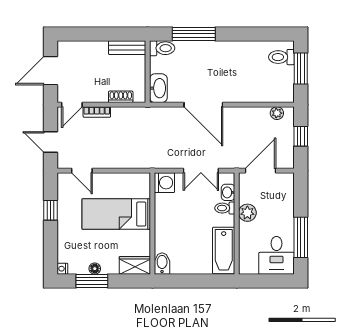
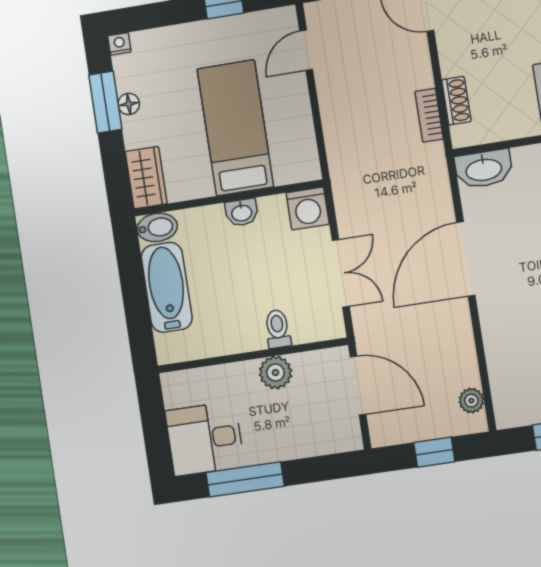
bookcase: (97, 112) -> (429, 115), moved
double door: (201, 171) -> (341, 273), swing flipped
washbasin: (228, 192) -> (242, 212), moved, turned 180
bathtub: (224, 250) -> (167, 287), moved, turned 90

